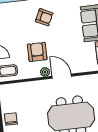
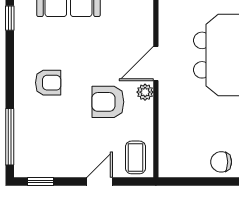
armchair: (44, 17) -> (48, 83), turned 64

